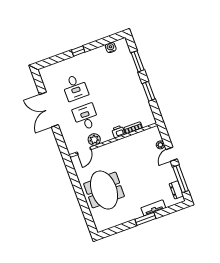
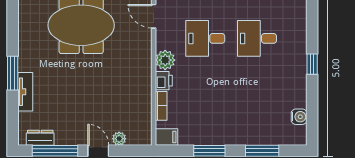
desk: (86, 117) -> (205, 38), turned 180
filing cabinet: (150, 118) -> (167, 137), added
plant: (94, 140) -> (165, 60), moved

